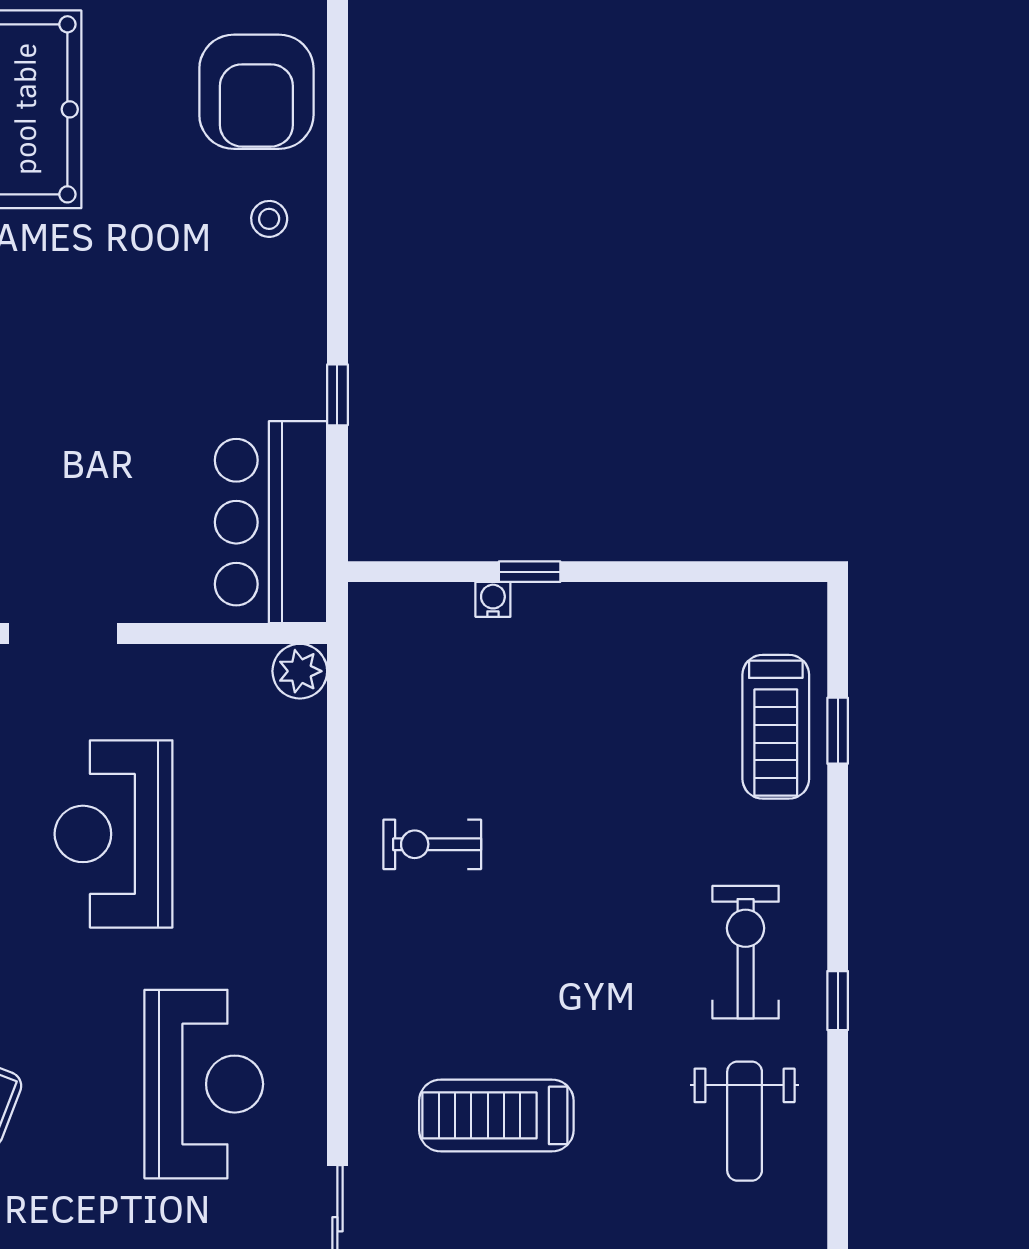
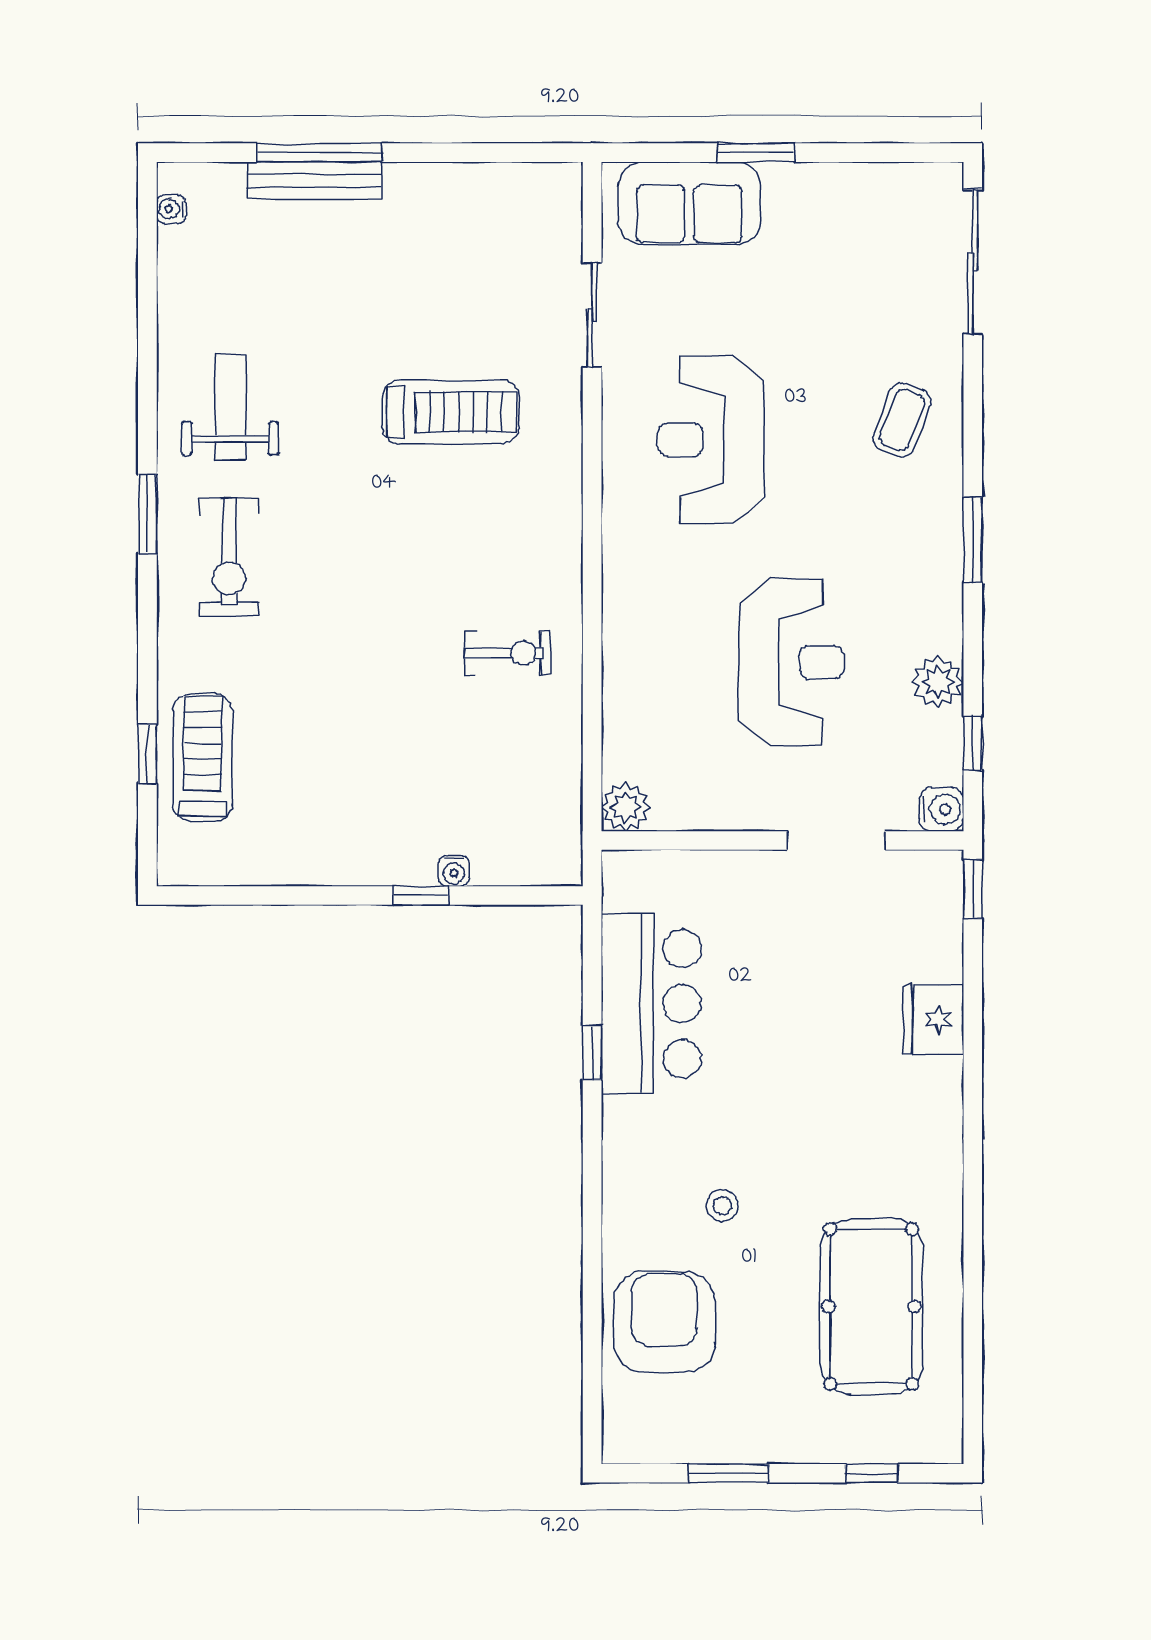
stool: (269, 219) -> (722, 1206), moved
bar counter: (271, 522) -> (651, 1004), moved
window: (838, 1001) -> (147, 514), width x1.50

